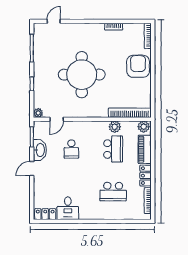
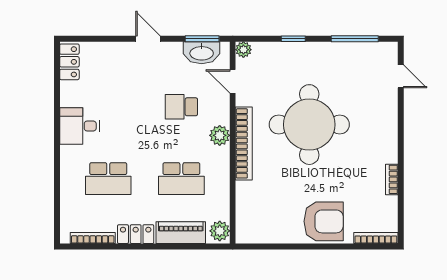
bookcase: (130, 113) -> (244, 143), moved
plant: (115, 127) -> (220, 135), moved
washbasin: (40, 150) -> (202, 53), moved
school desk: (113, 192) -> (108, 179), turned -90
desk: (68, 208) -> (80, 126), moved

